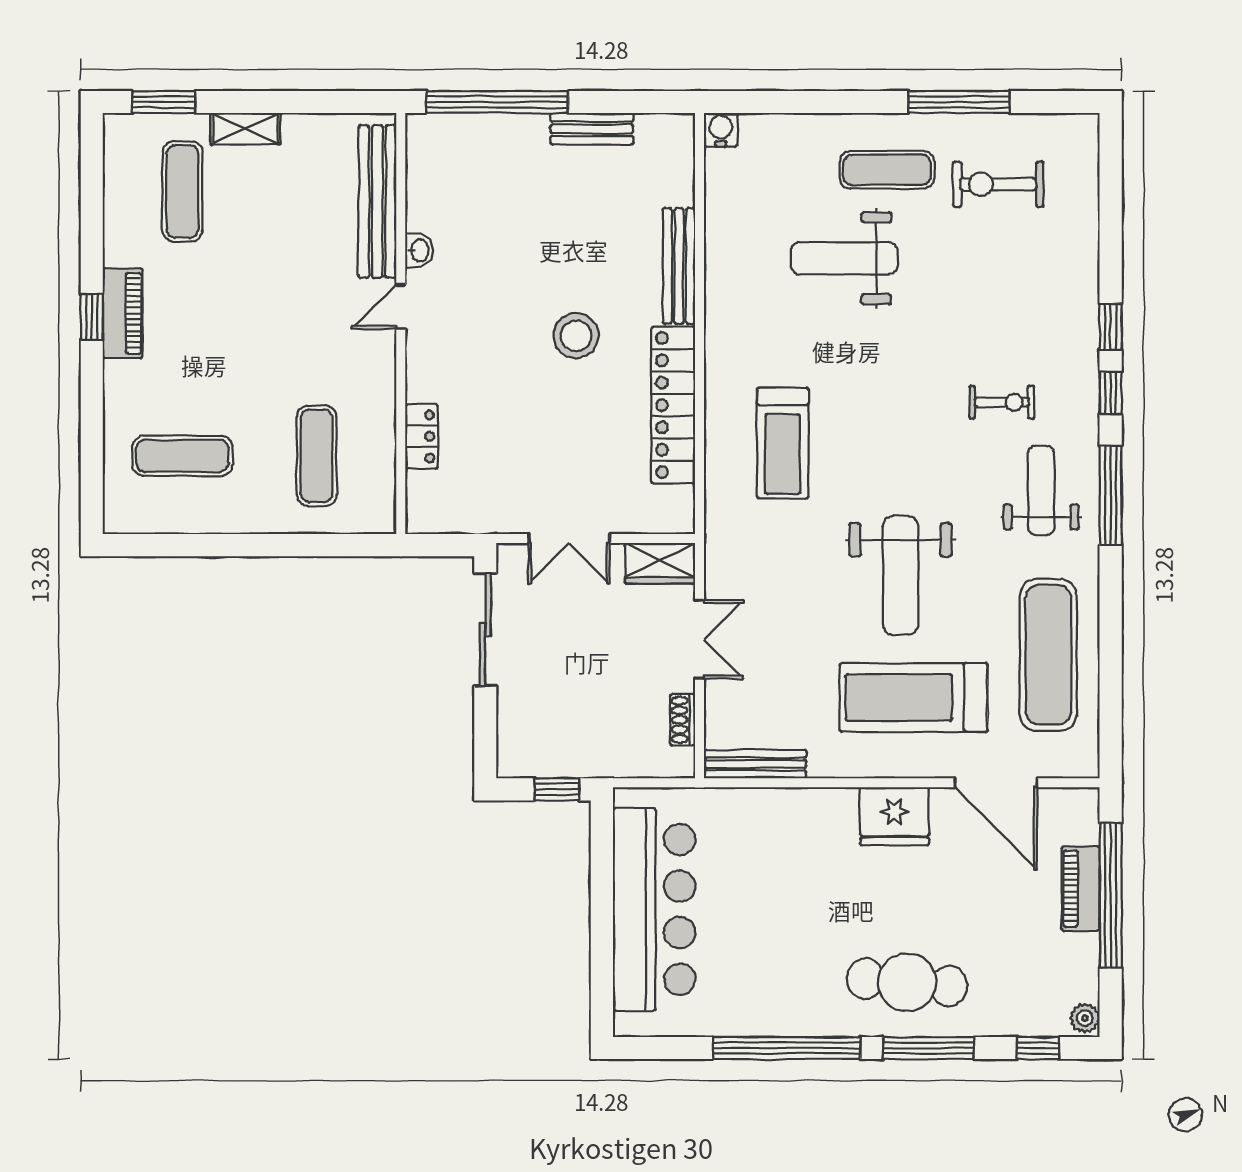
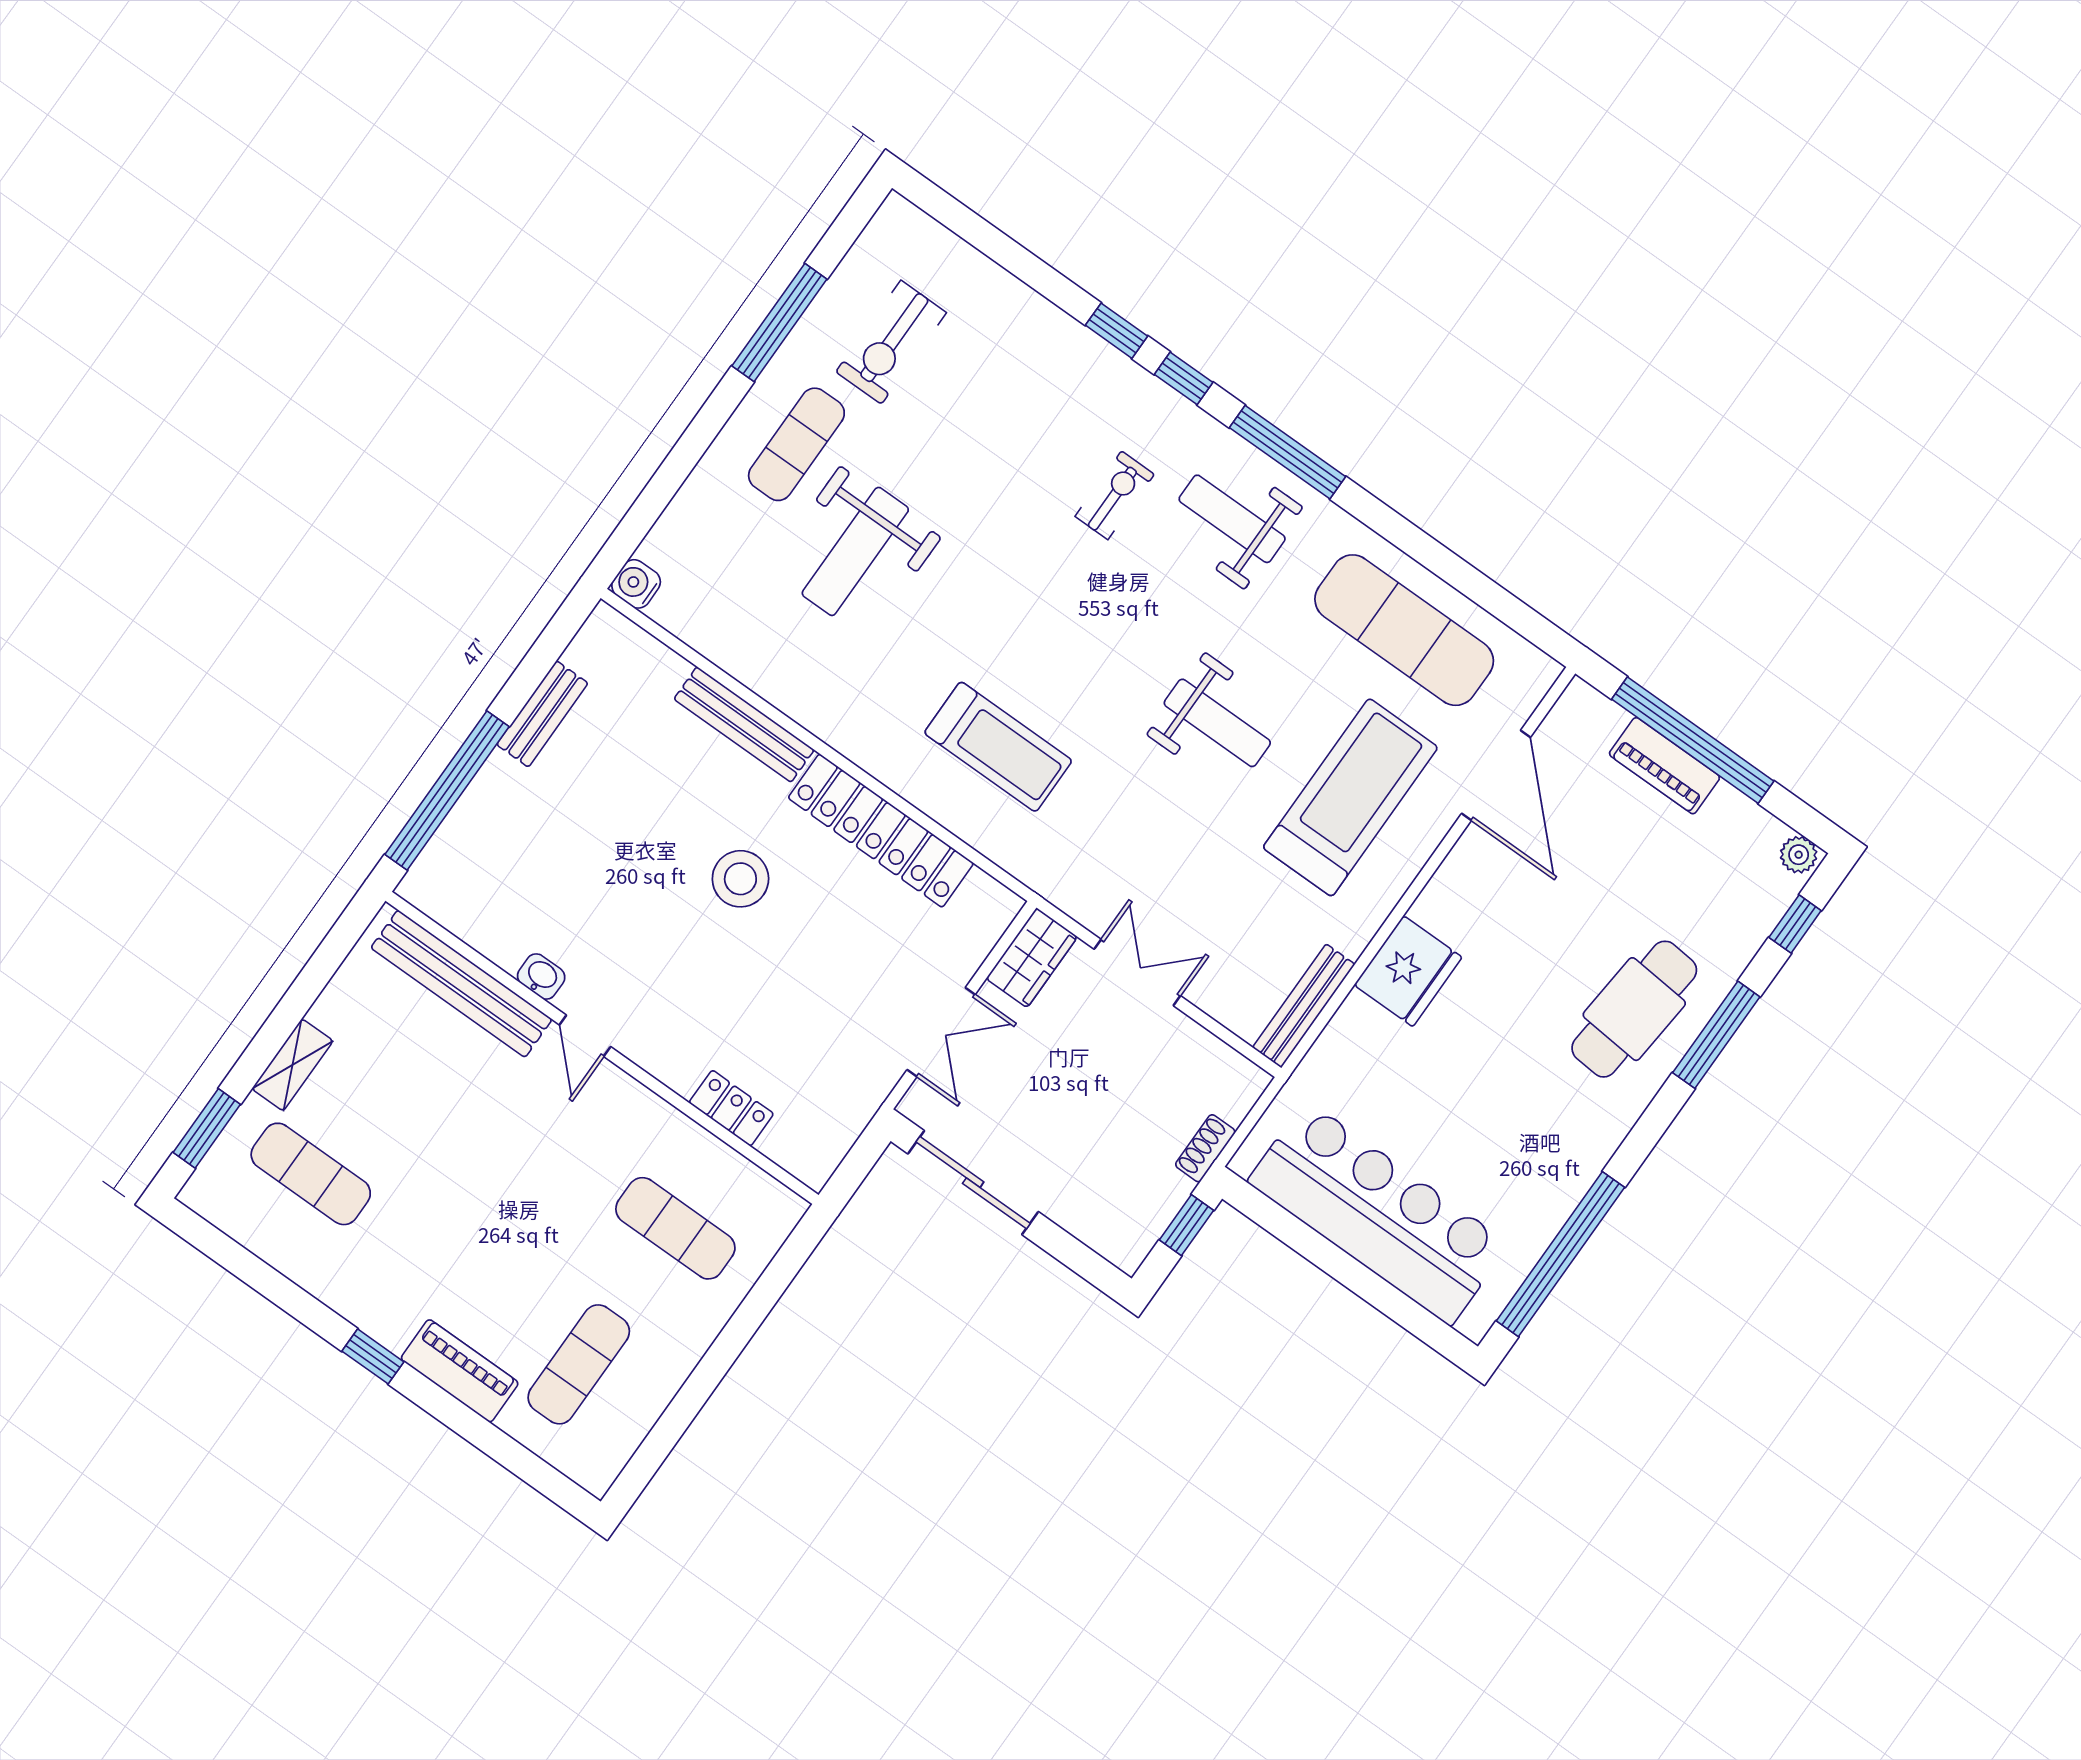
piano: (123, 313) -> (460, 1371), moved
weight bench: (900, 576) -> (1217, 723), width x0.73, depth x0.75
treadmill: (914, 698) -> (1350, 797), turned 180
shoe rack: (683, 720) -> (1205, 1148), moved, turned 90
door: (996, 783) -> (1496, 775), hinge flipped
fridge: (894, 816) -> (1408, 971), moved
window: (787, 1048) -> (1560, 1254), moved

